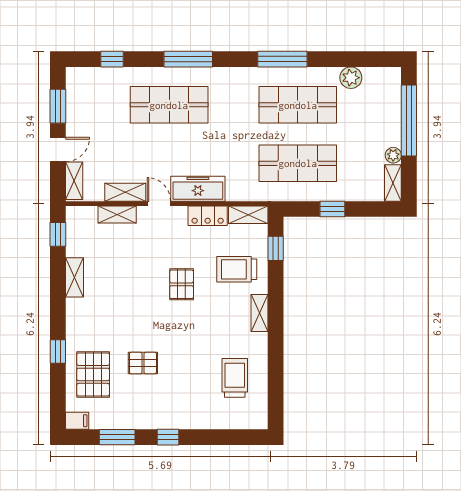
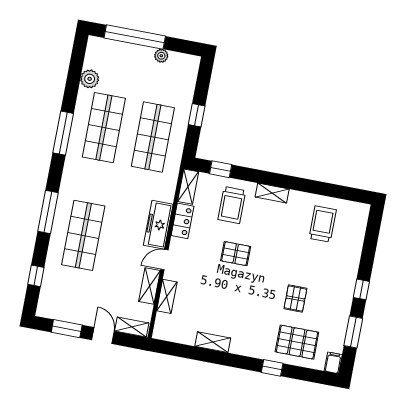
shelving: (393, 183) -> (185, 60), removed
window: (58, 234) -> (174, 349), removed
trolley: (235, 378) -> (323, 224), turned 90

